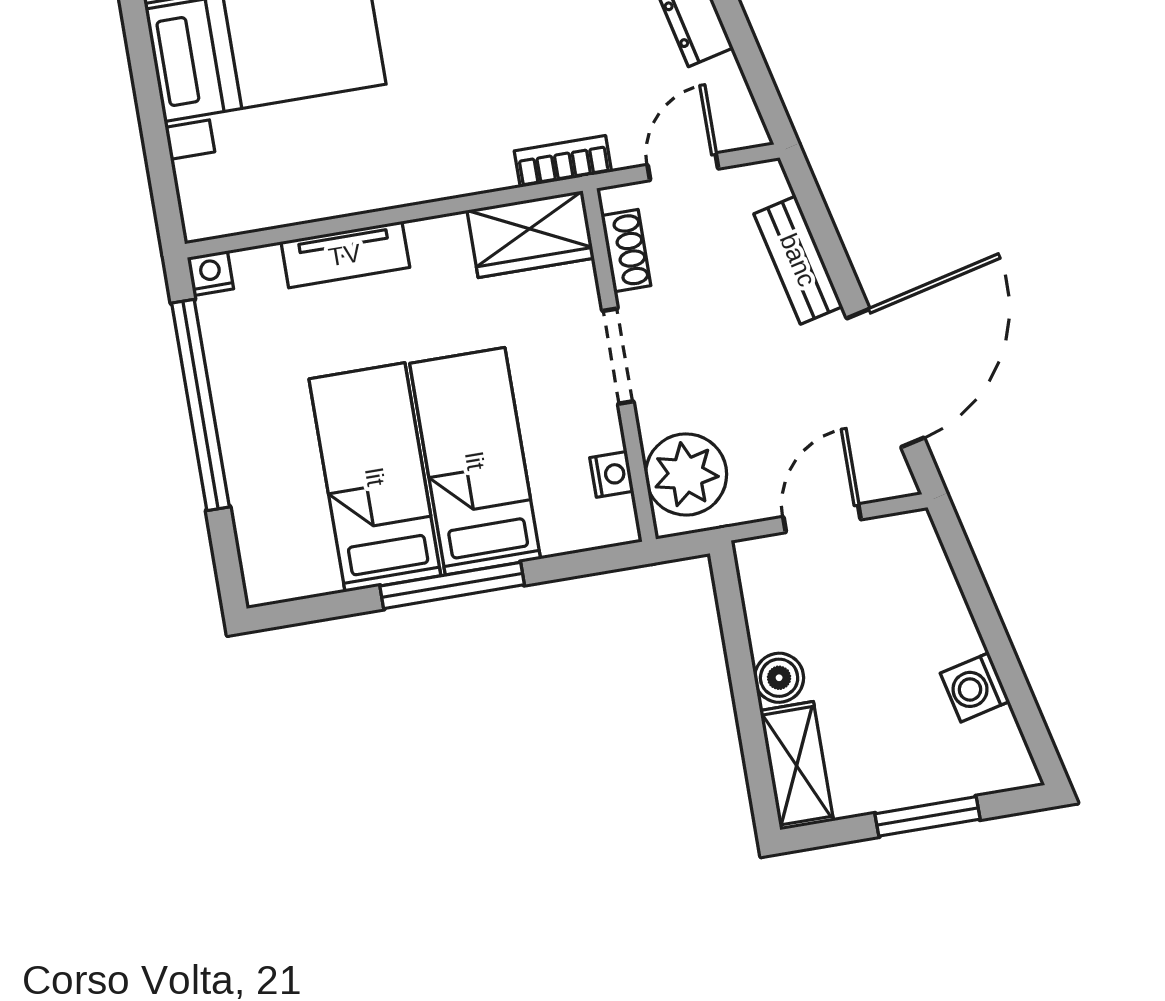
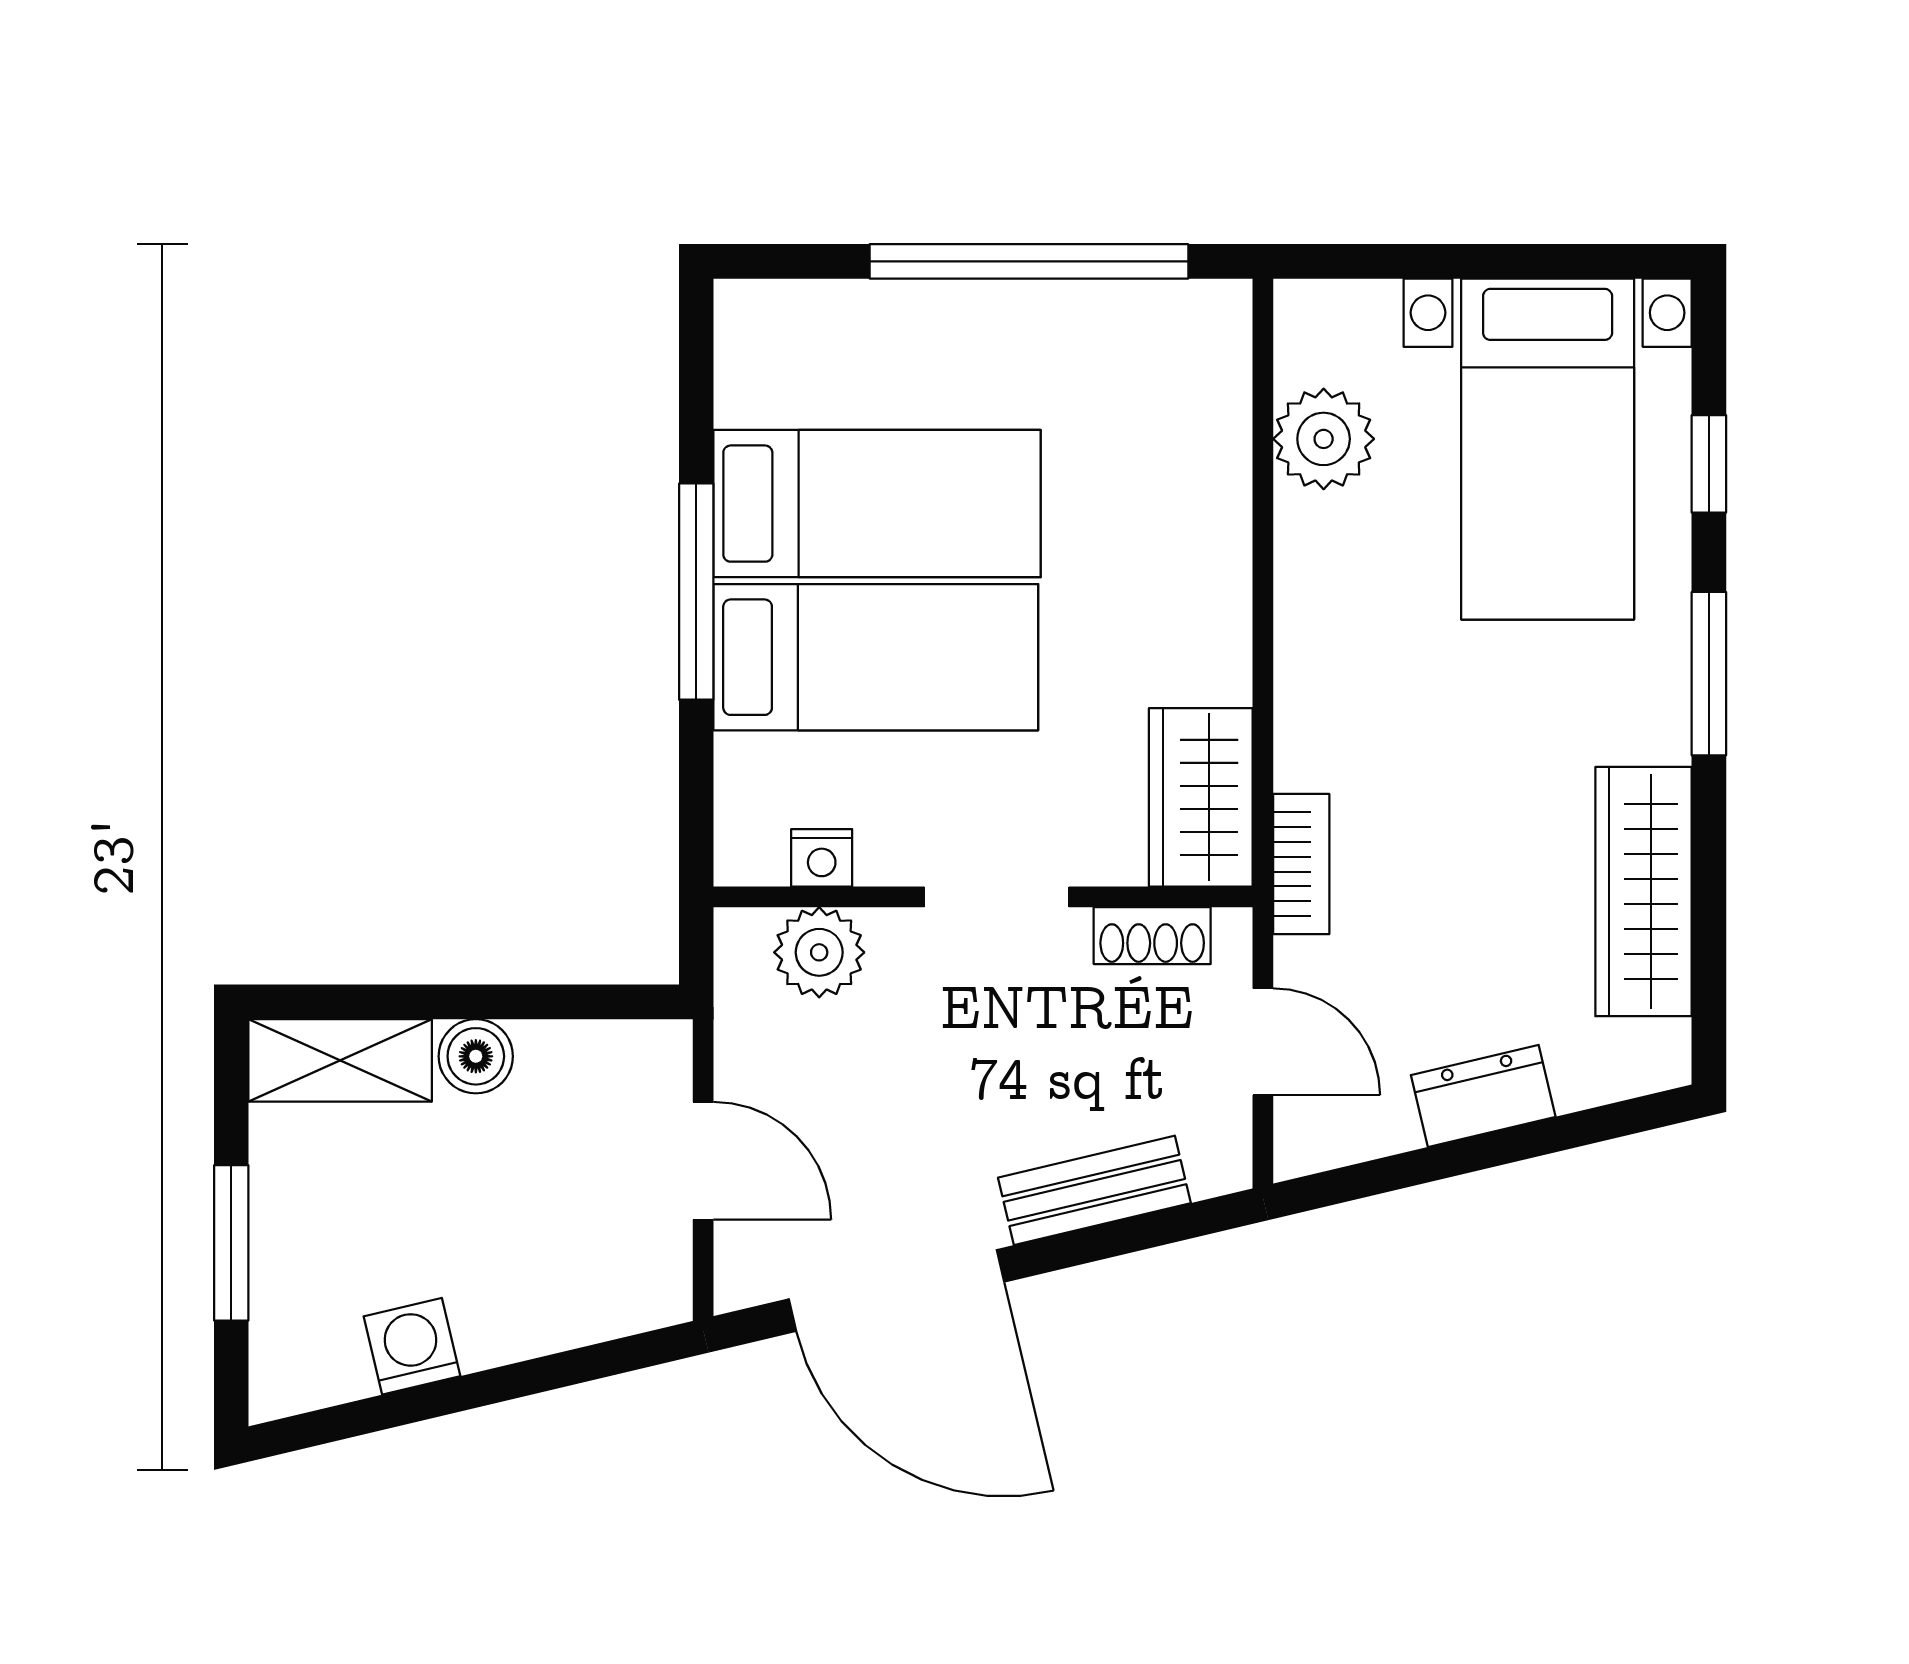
plant: (284, 194) -> (1324, 439), added
tv unit: (345, 255) -> (1217, 516), removed
nightstand: (210, 273) -> (1223, 309), removed
plant: (686, 474) -> (819, 952), width x0.73, depth x0.73

